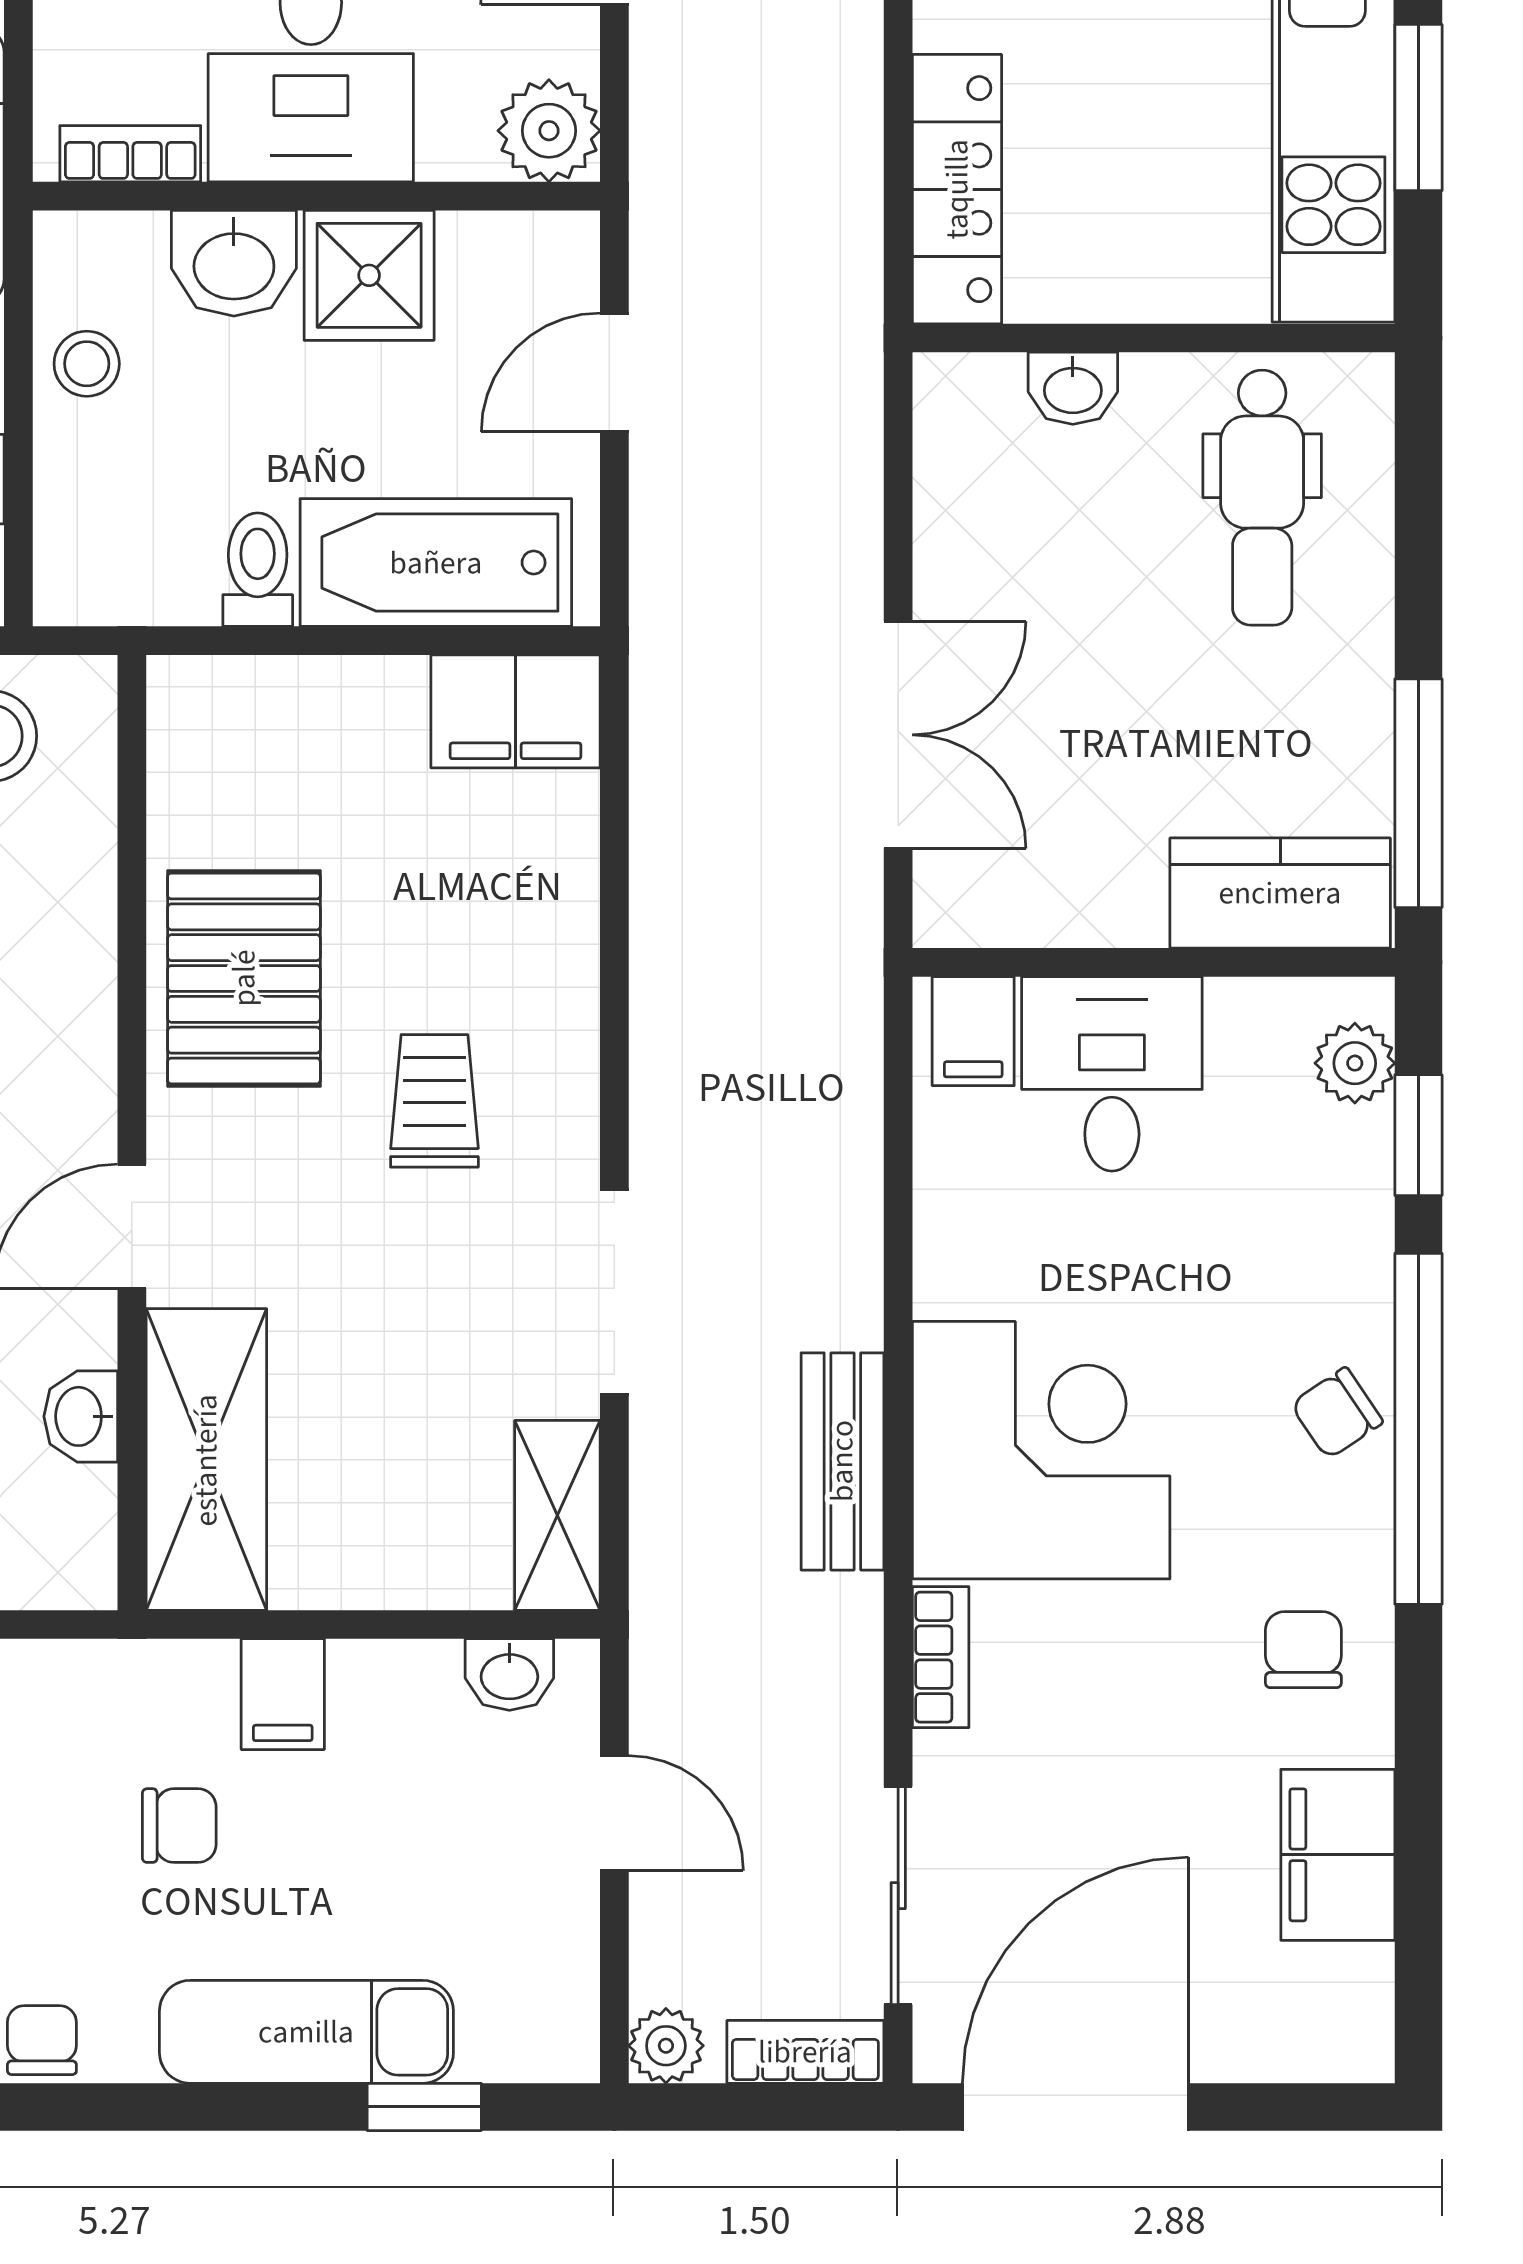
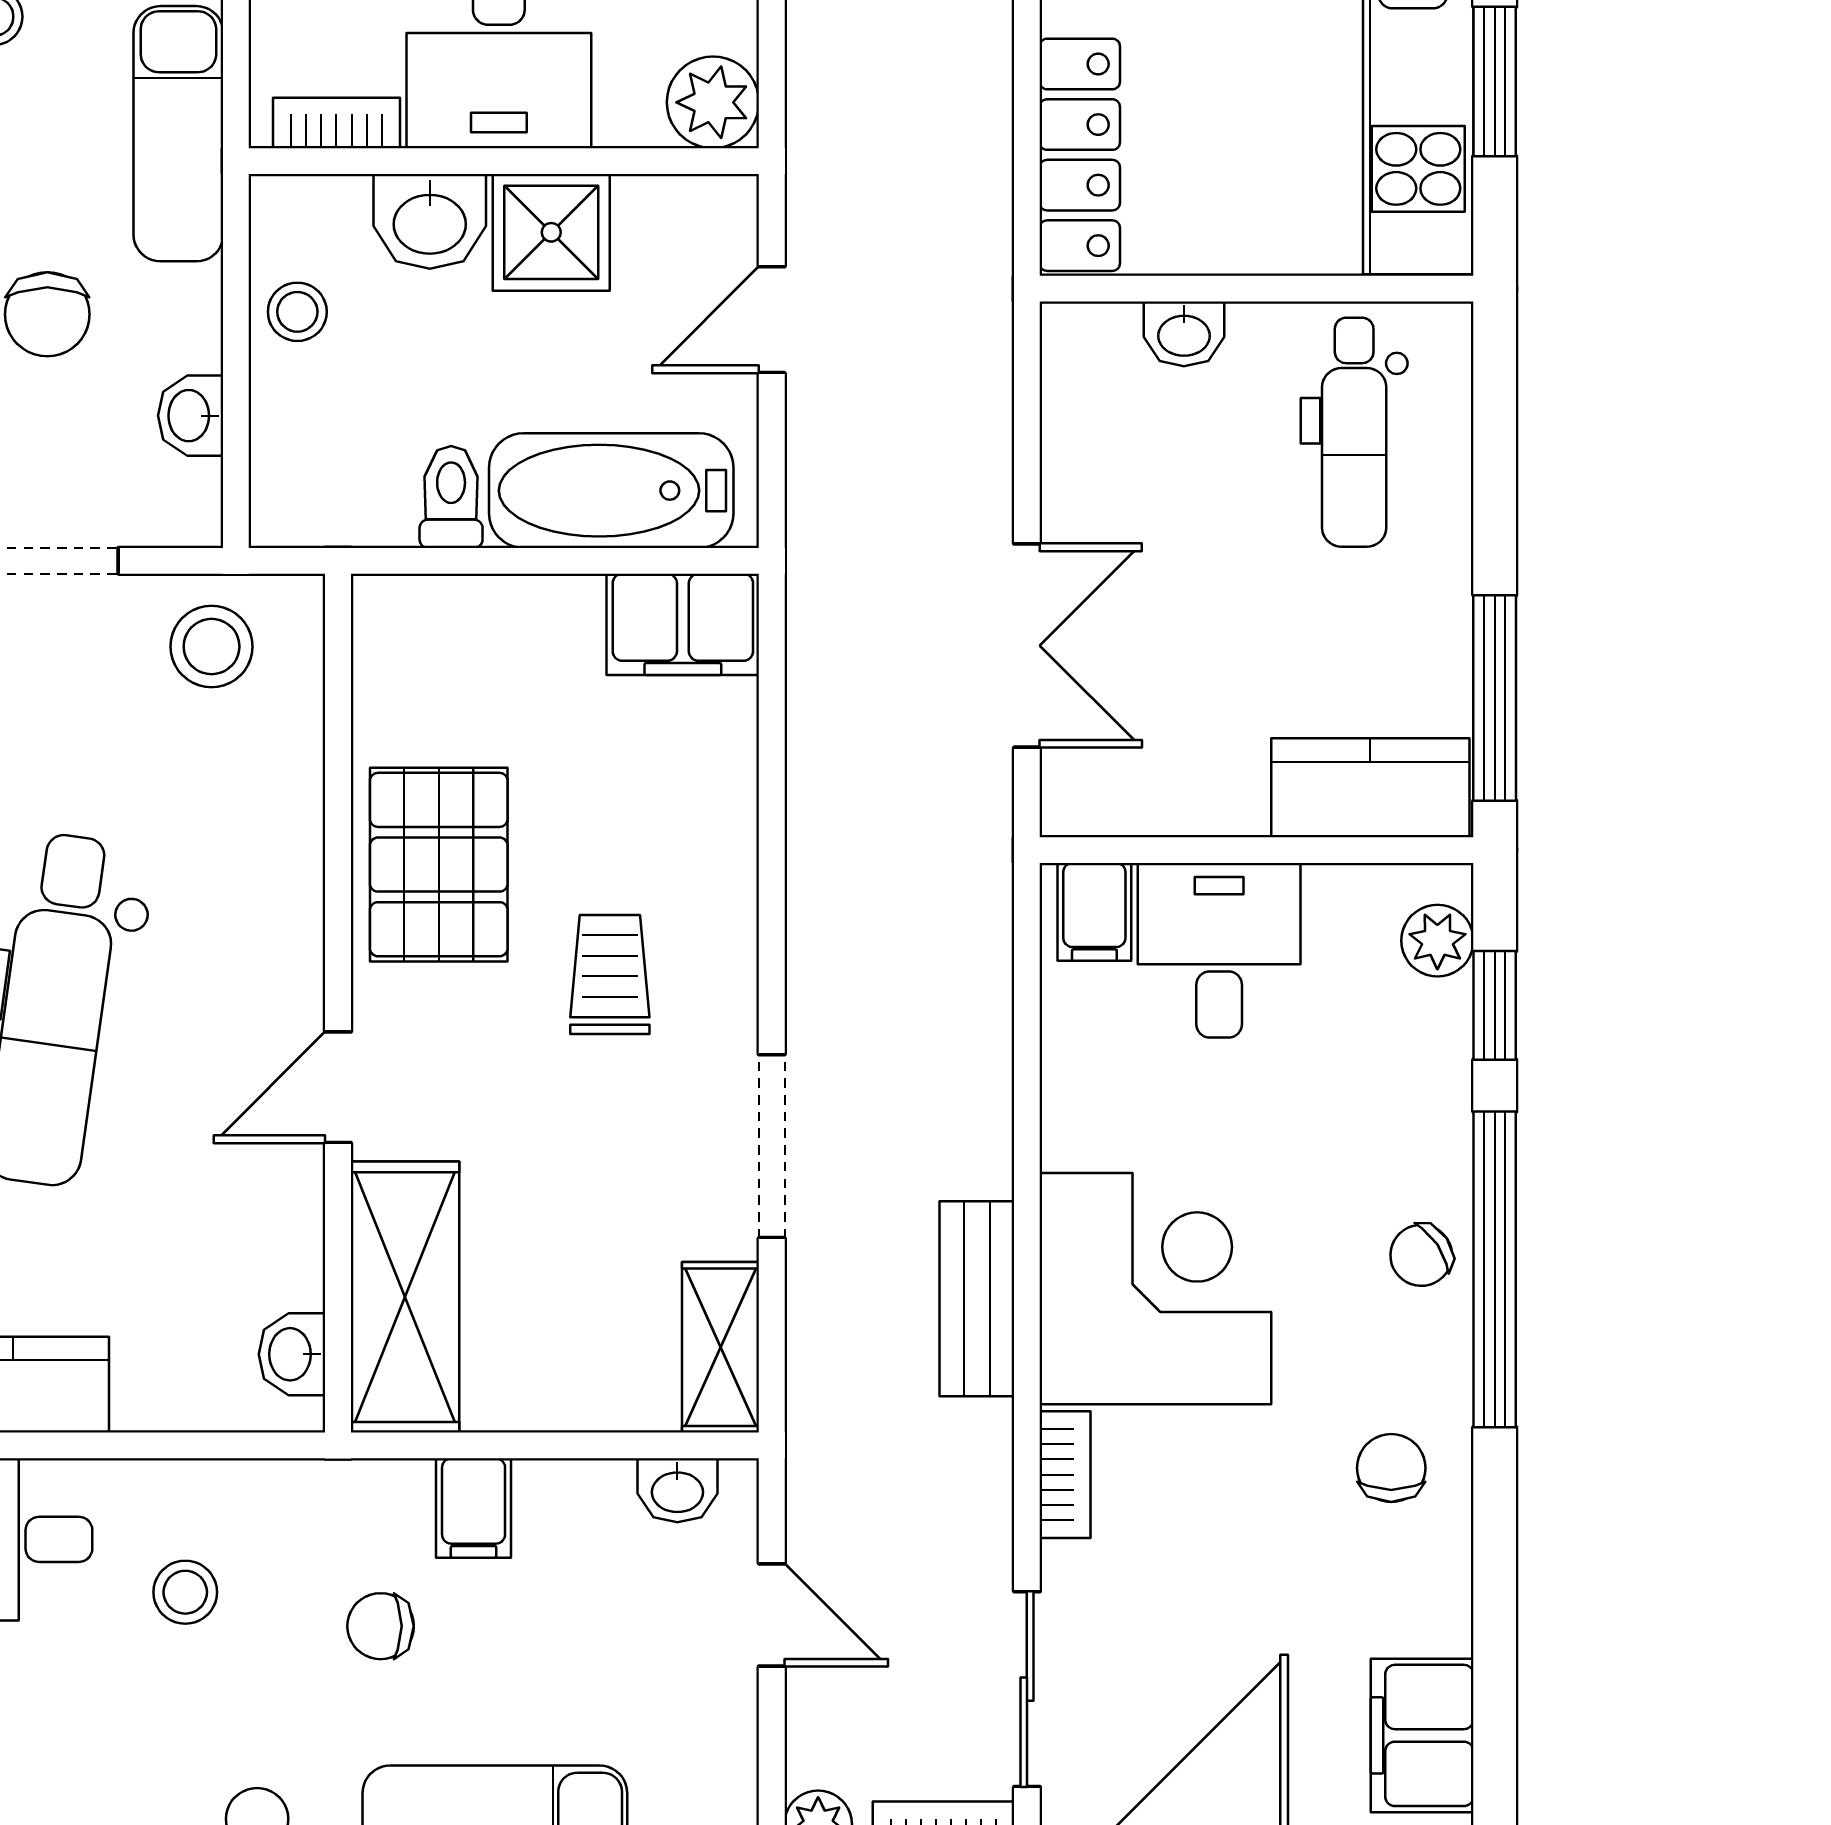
washbasin: (81, 1416) -> (292, 1354), moved
chair: (179, 1826) -> (381, 1626), turned 180
filing cabinet: (1338, 1855) -> (1422, 1735), moved

